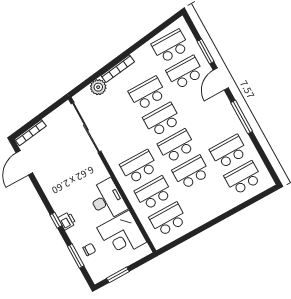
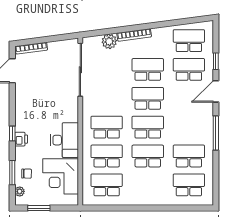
window: (206, 51) -> (216, 61), width x0.67
plant: (92, 269) -> (20, 191), added

